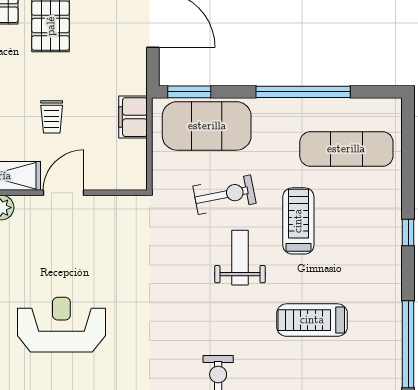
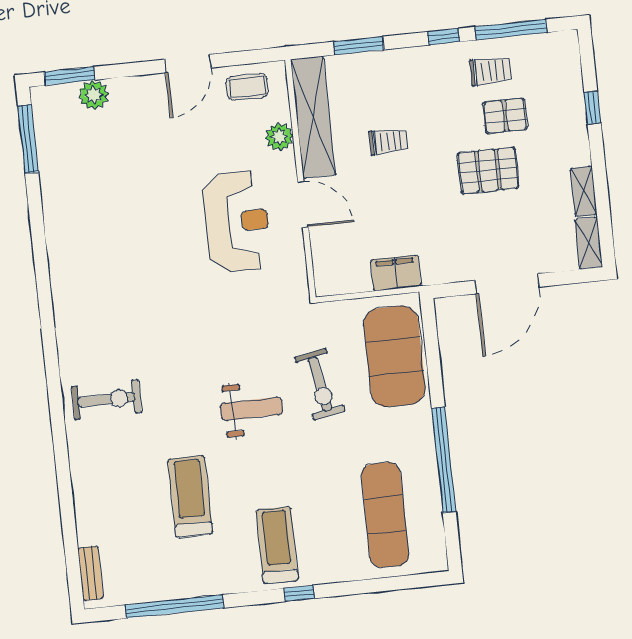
window: (189, 92) -> (430, 333), removed
trolley: (52, 117) -> (388, 142), moved, turned 180
treadmill: (298, 221) -> (277, 545), moved, turned -90
reception desk: (61, 325) -> (237, 222), moved

